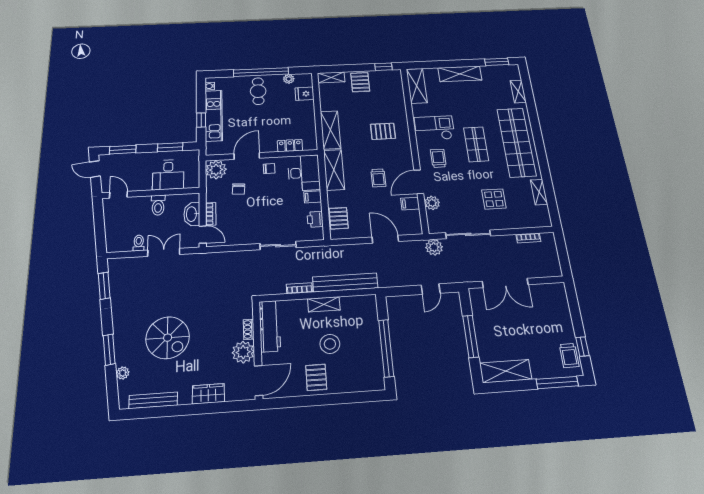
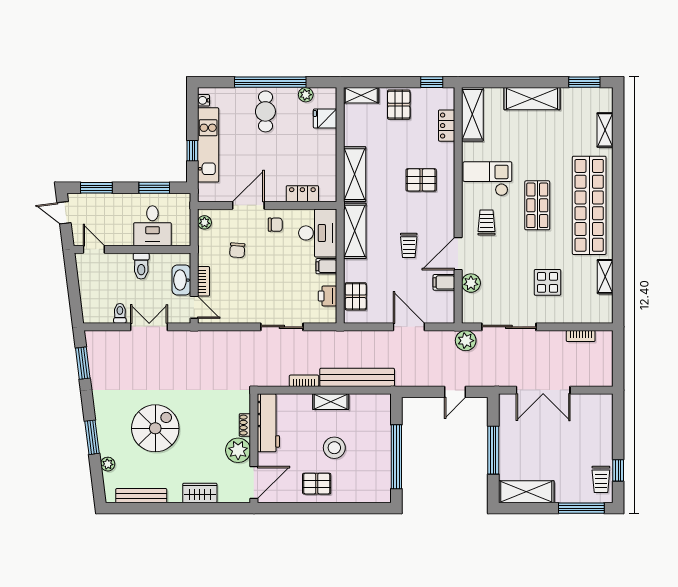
locker: (398, 94) -> (447, 126), added
plant: (216, 170) -> (204, 222), width x0.53, depth x0.53
spiral stairs: (168, 338) -> (155, 428), turned -90
pallet: (316, 377) -> (317, 484), turned 90

